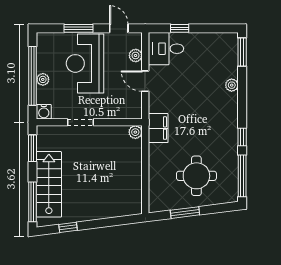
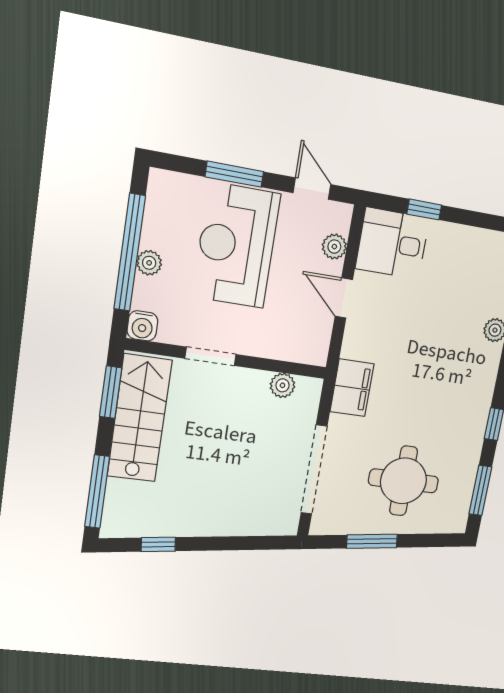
plant: (135, 132) -> (282, 385), moved
doorway: (145, 176) -> (314, 470), added
window: (242, 176) -> (480, 490), width x0.69
stairs: (49, 184) -> (139, 418), moved

